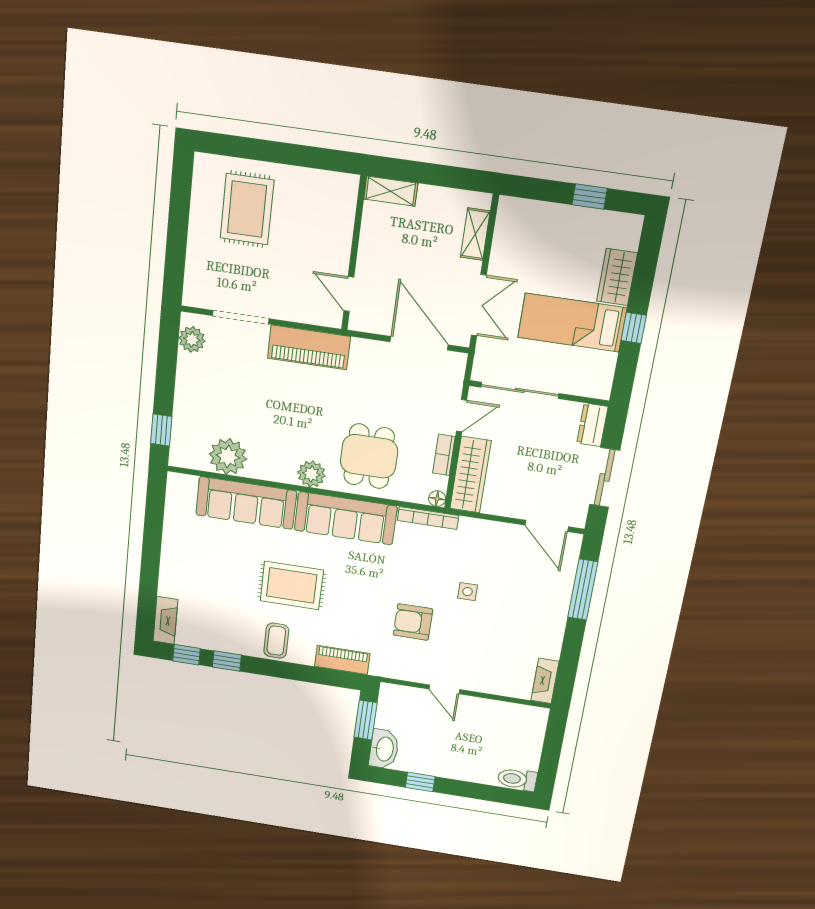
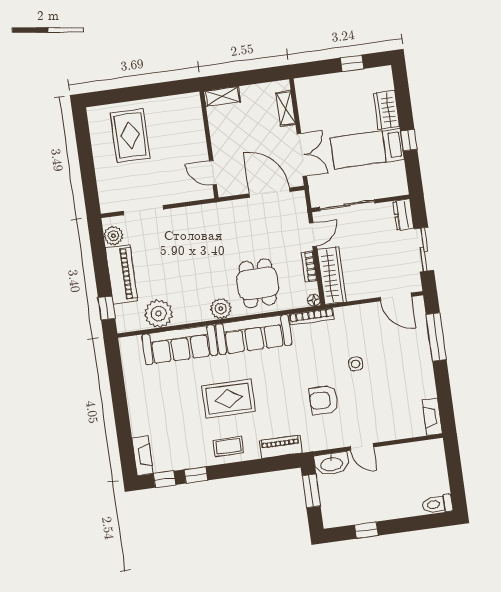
piano: (309, 347) -> (122, 274), moved, turned -90
coffee table: (276, 641) -> (228, 446), turned 90
washbasin: (384, 749) -> (332, 464), moved, turned 90

